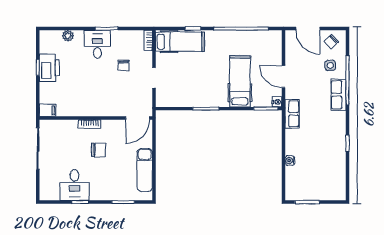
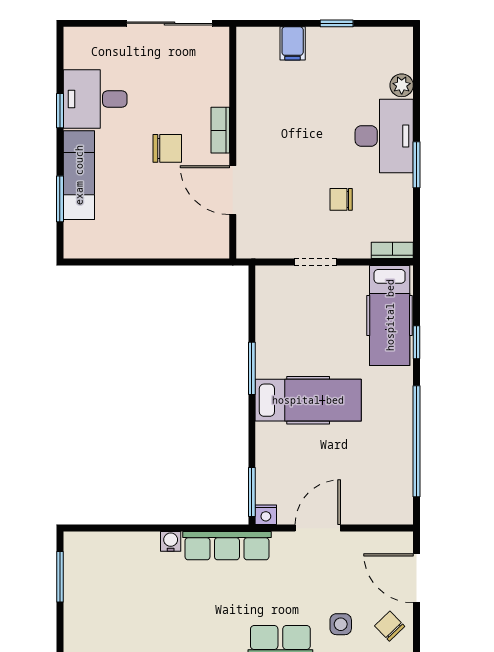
door: (308, 29) -> (416, 578), hinge flipped
desk: (97, 44) -> (384, 136), width x1.37
printer: (49, 68) -> (336, 47), removed
hospital bed: (240, 81) -> (308, 400), moved
filing cabinet: (47, 110) -> (293, 43), moved
row of seats: (292, 114) -> (227, 546), width x1.48
door: (138, 118) -> (233, 190), moved
chair: (99, 150) -> (167, 148), turned -90
water cooler: (290, 161) -> (171, 541), moved
exam couch: (145, 170) -> (79, 175), moved, turned 90

